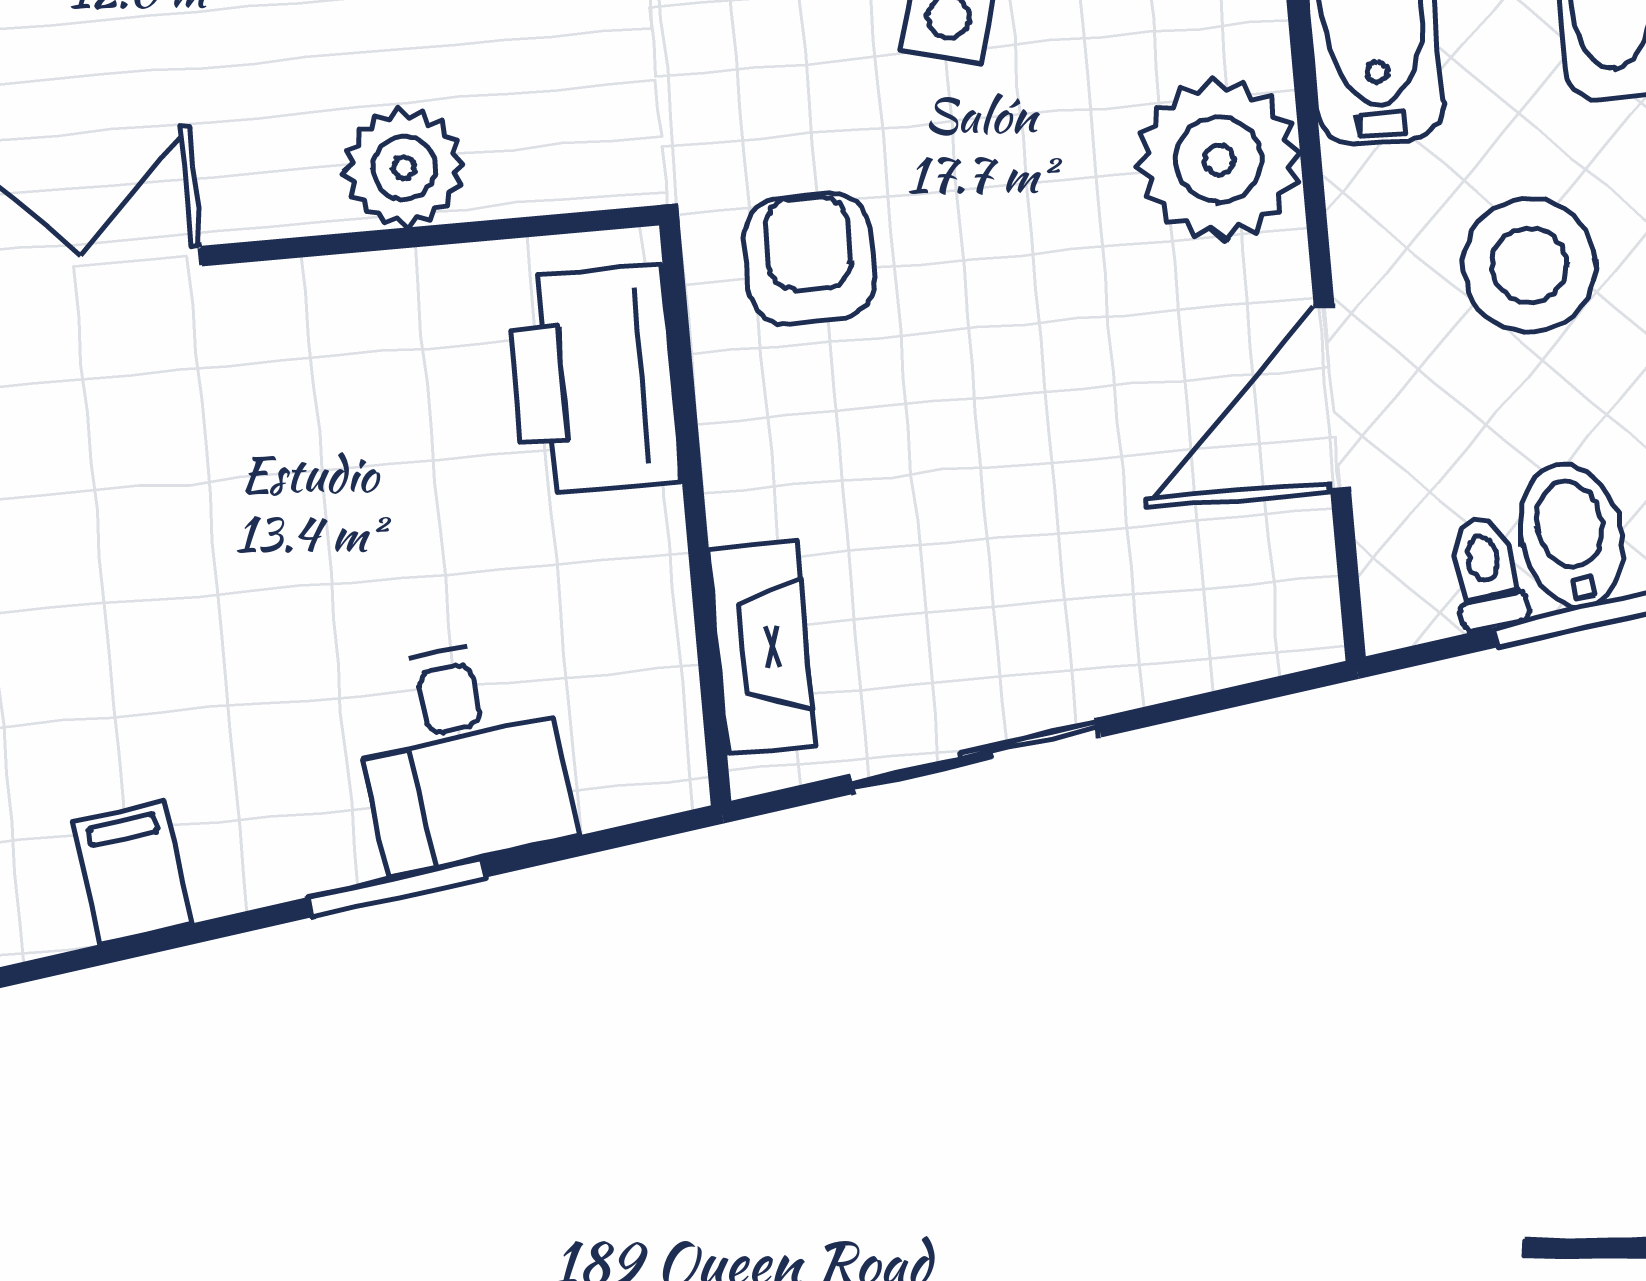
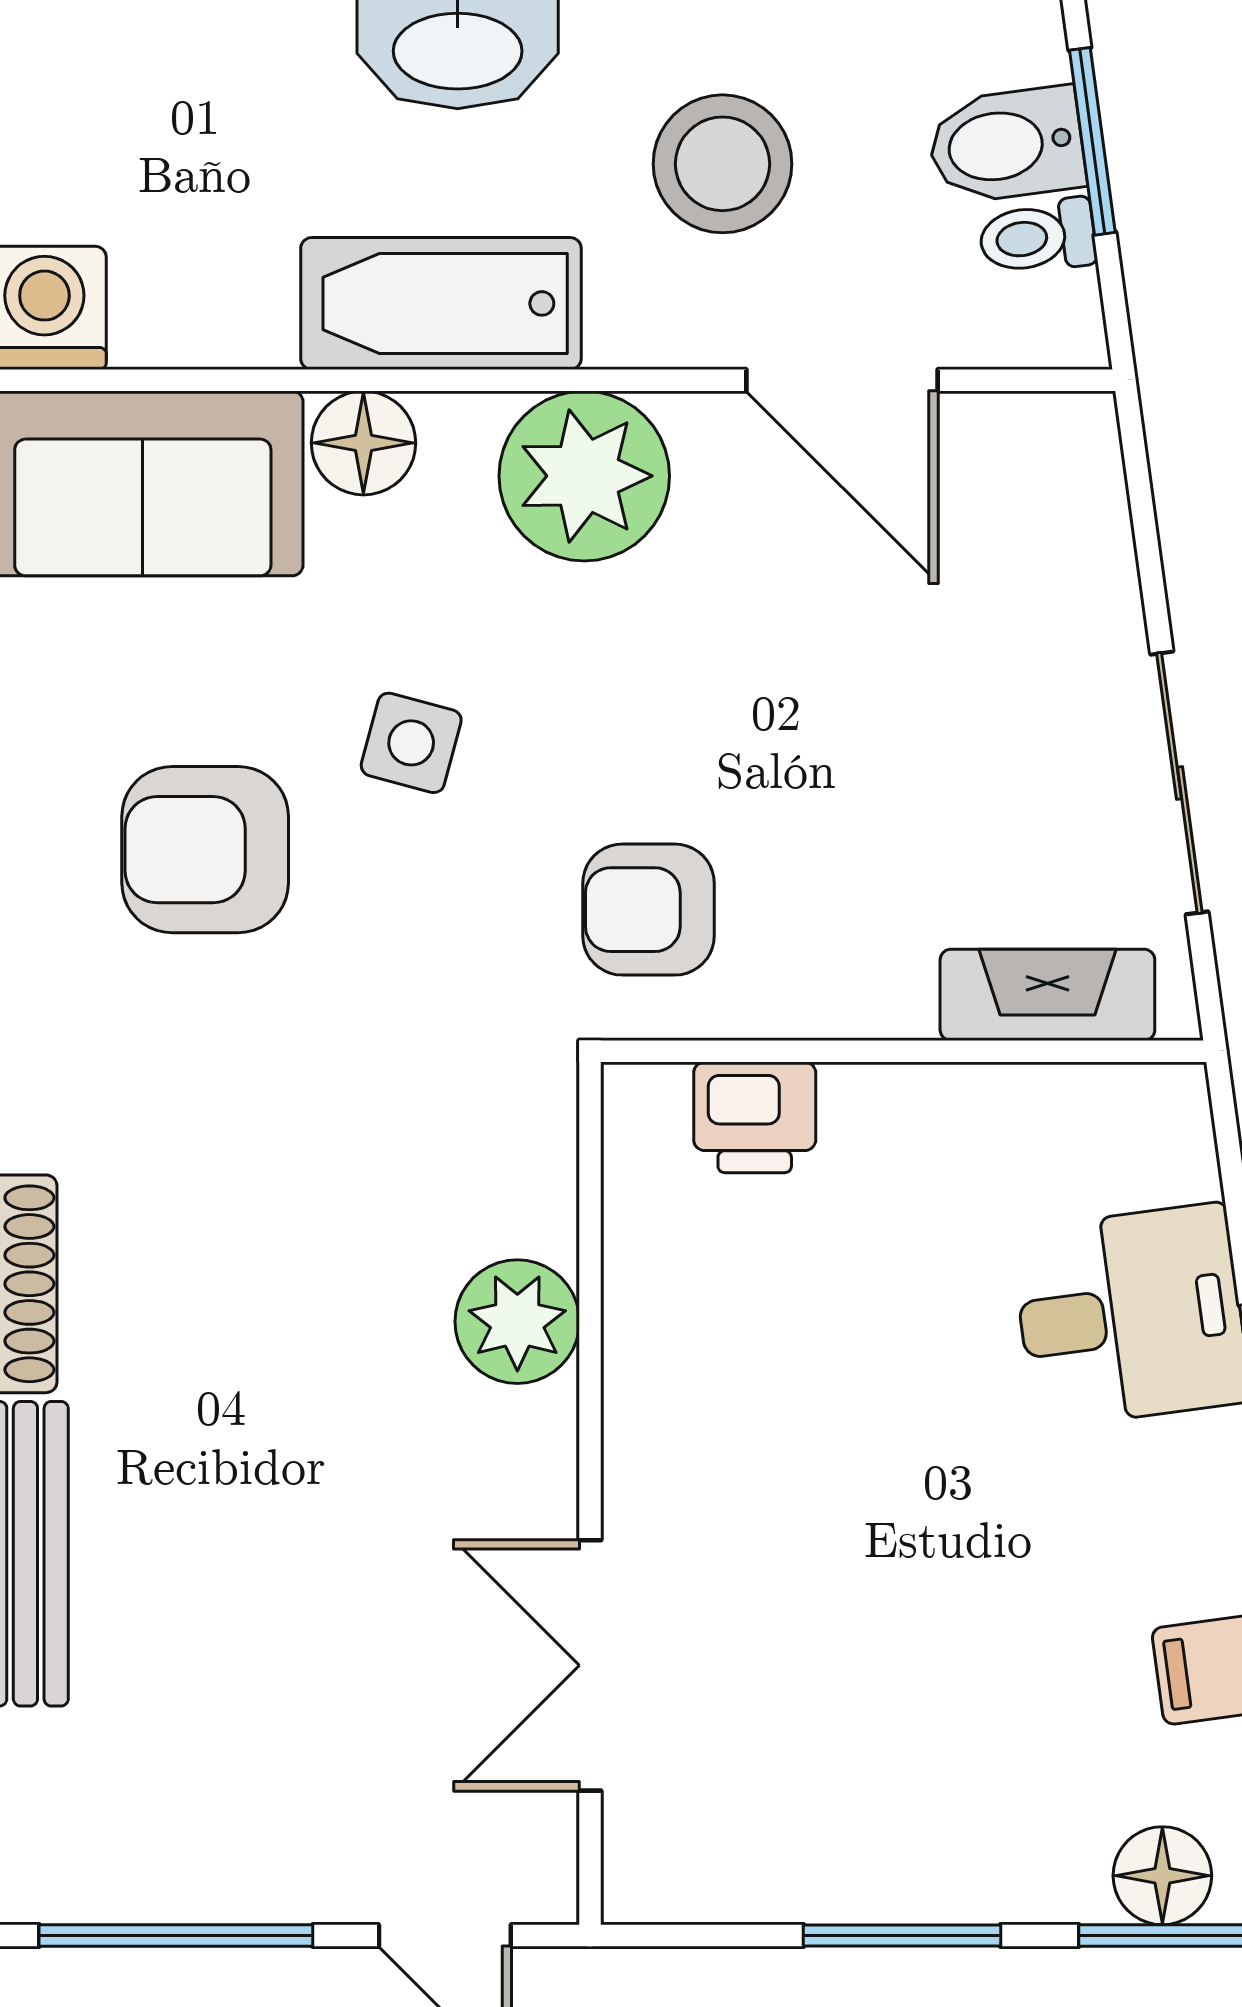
printer: (594, 380) -> (755, 1117), width x0.53, depth x0.68

